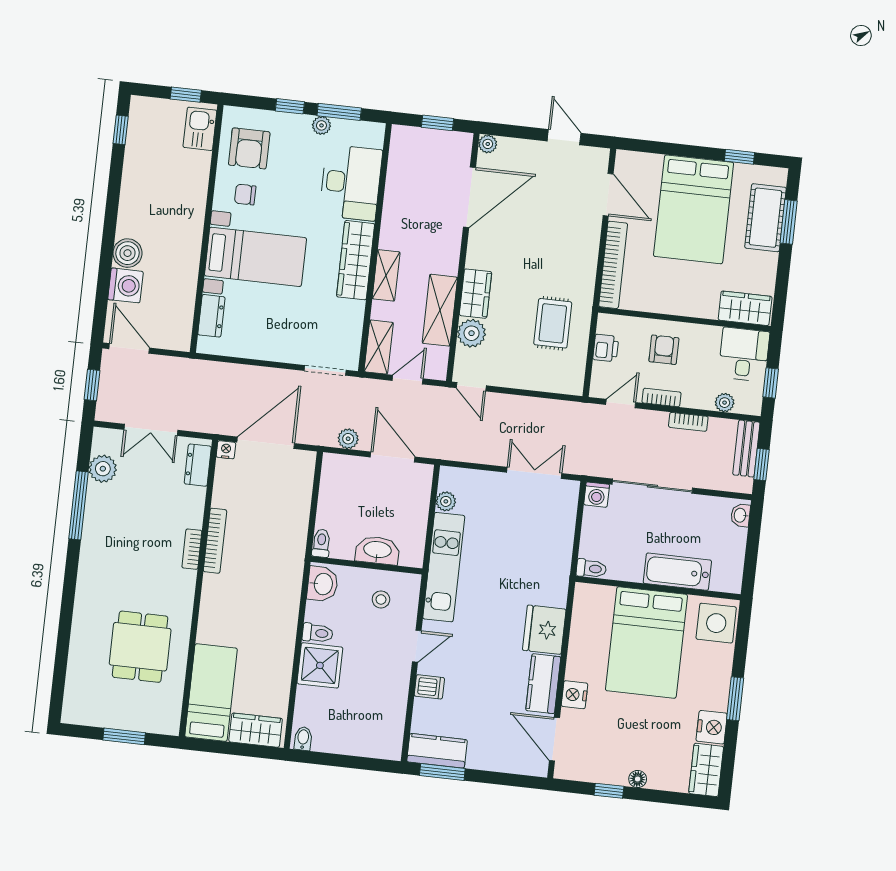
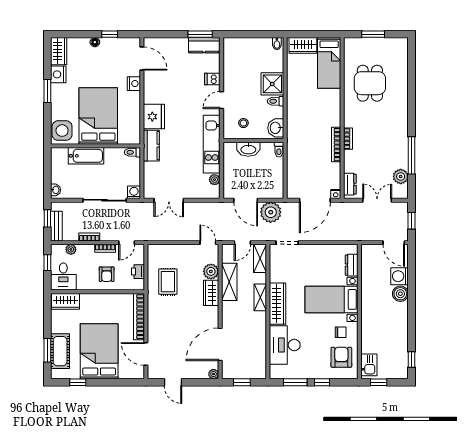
plant: (321, 125) -> (304, 374), removed
plant: (348, 439) -> (271, 212), width x1.87, depth x1.87
kitchen counter: (543, 684) -> (151, 146), moved

